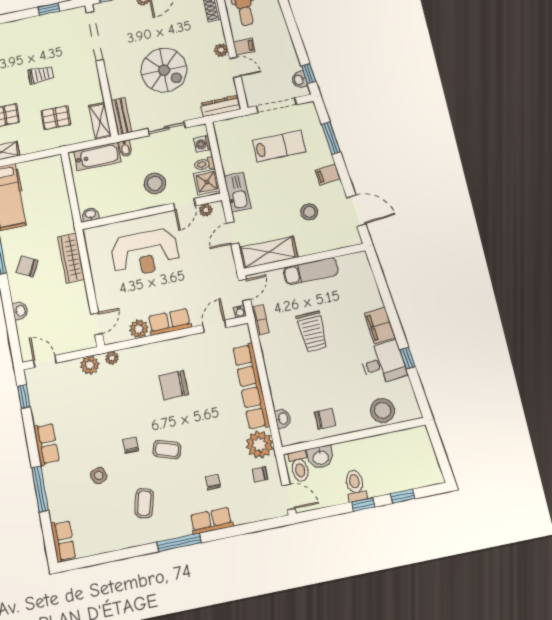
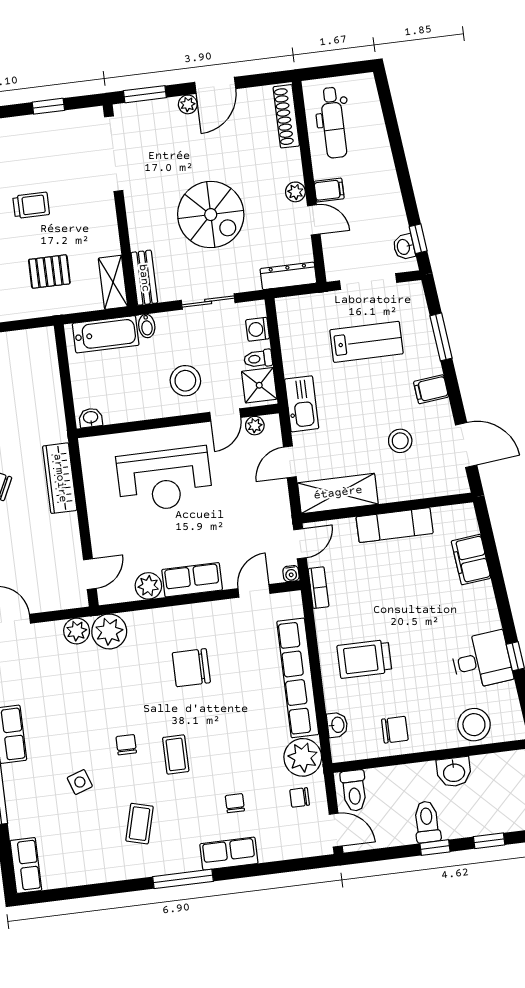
filing cabinet: (380, 325) -> (471, 560), moved
trolley: (312, 331) -> (364, 659), moved, turned 92
plant: (112, 358) -> (109, 631), width x1.87, depth x1.87
coffee table: (167, 450) -> (176, 754), turned 71
washbasin: (320, 457) -> (454, 772), moved

